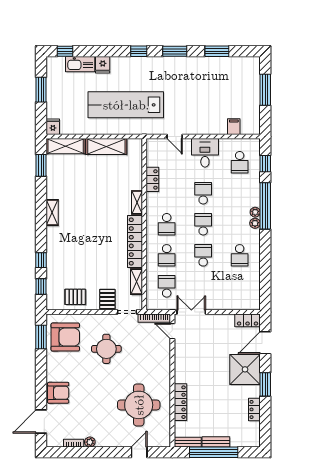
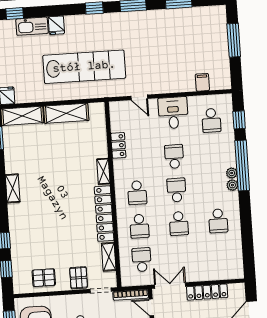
lab bench: (126, 105) -> (84, 67), turned 180
school desk: (203, 255) -> (179, 223), turned 180
locker: (248, 320) -> (207, 292), moved, width x1.53

